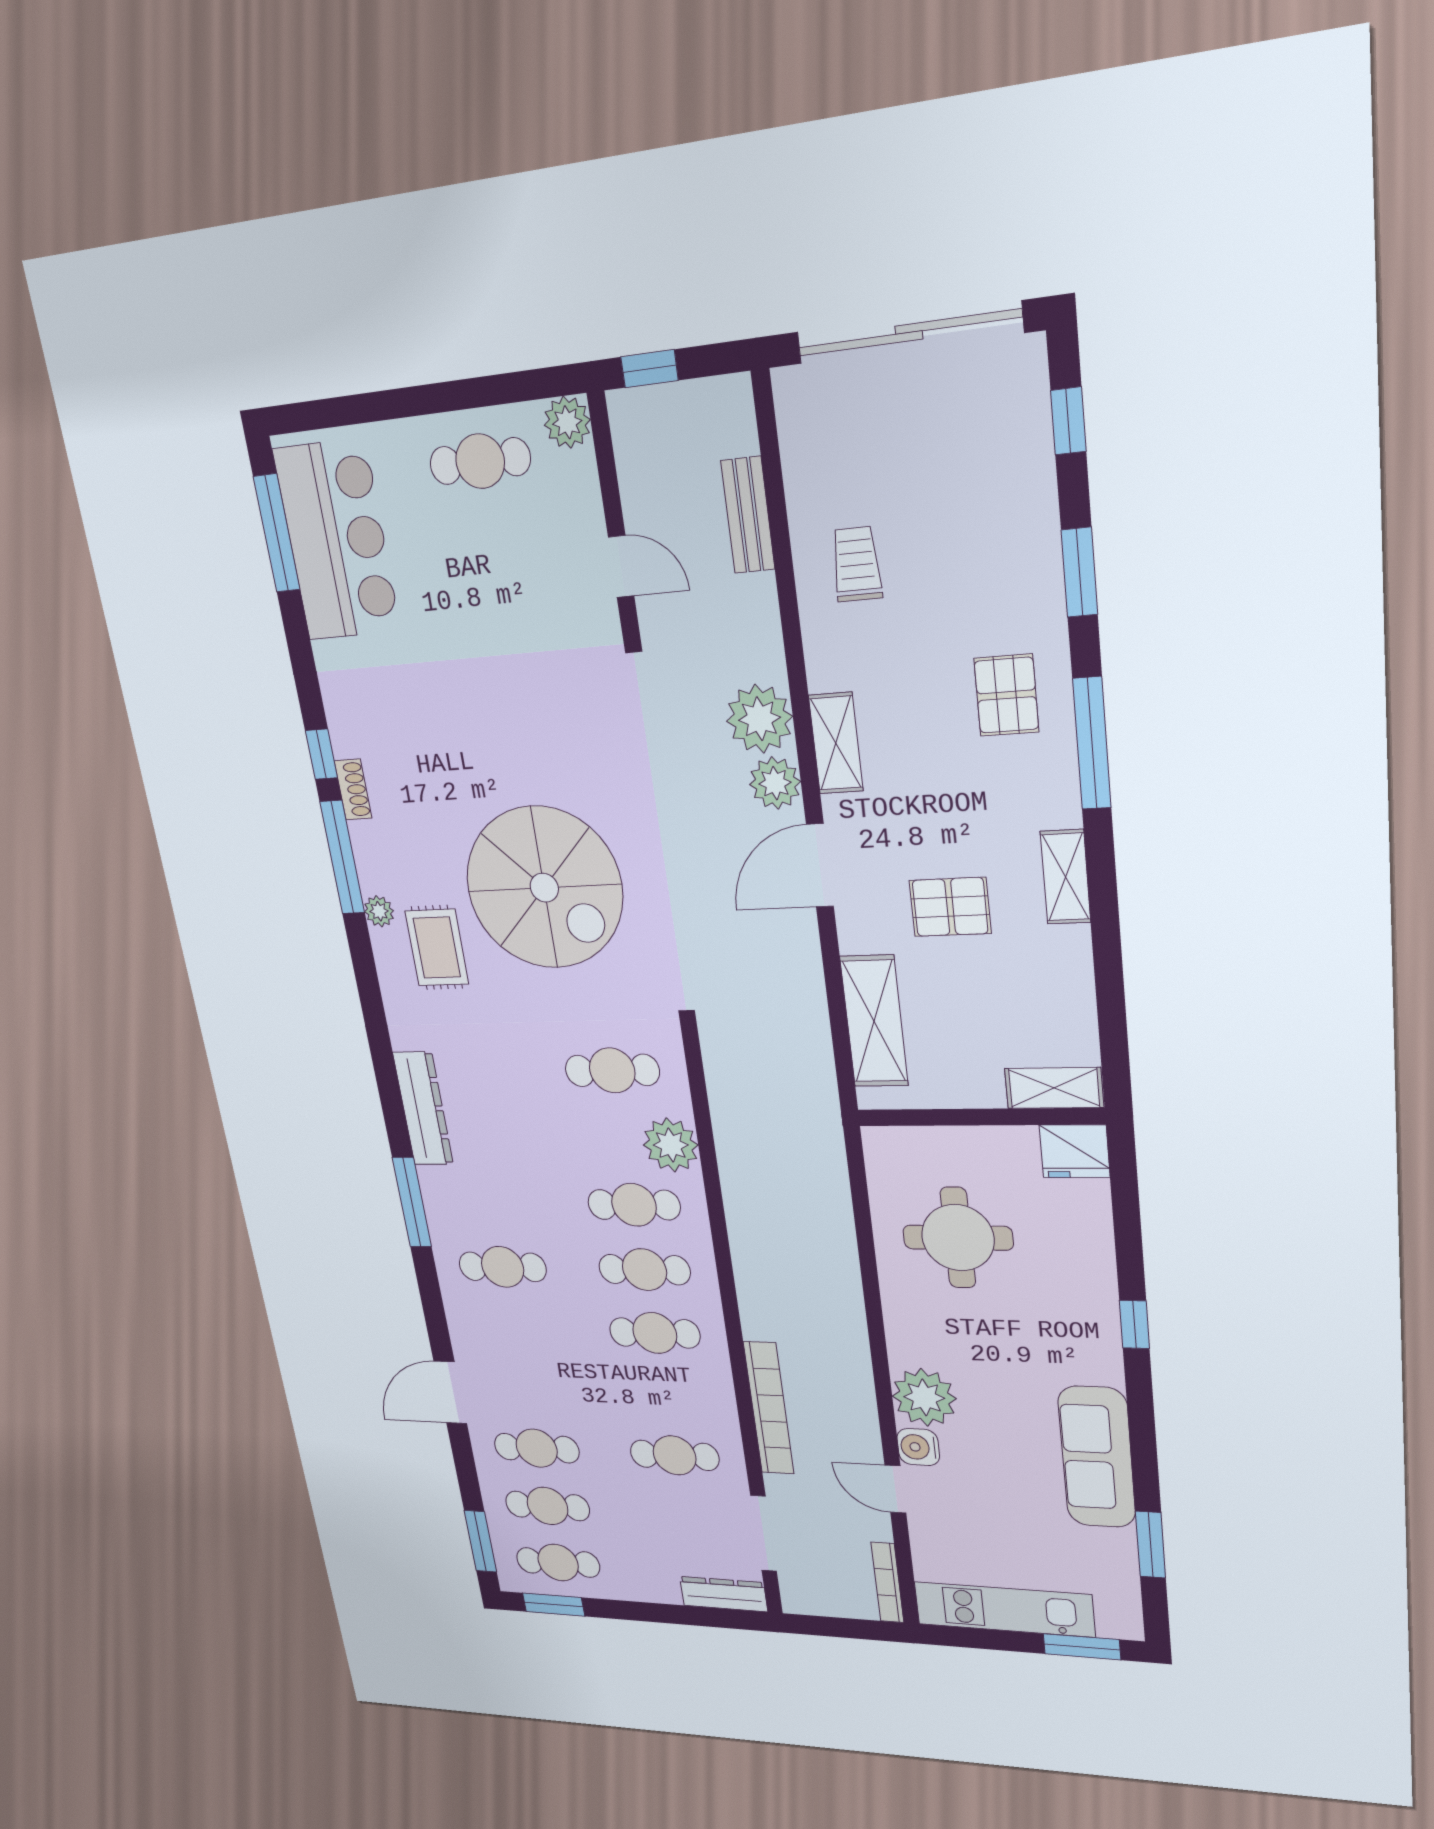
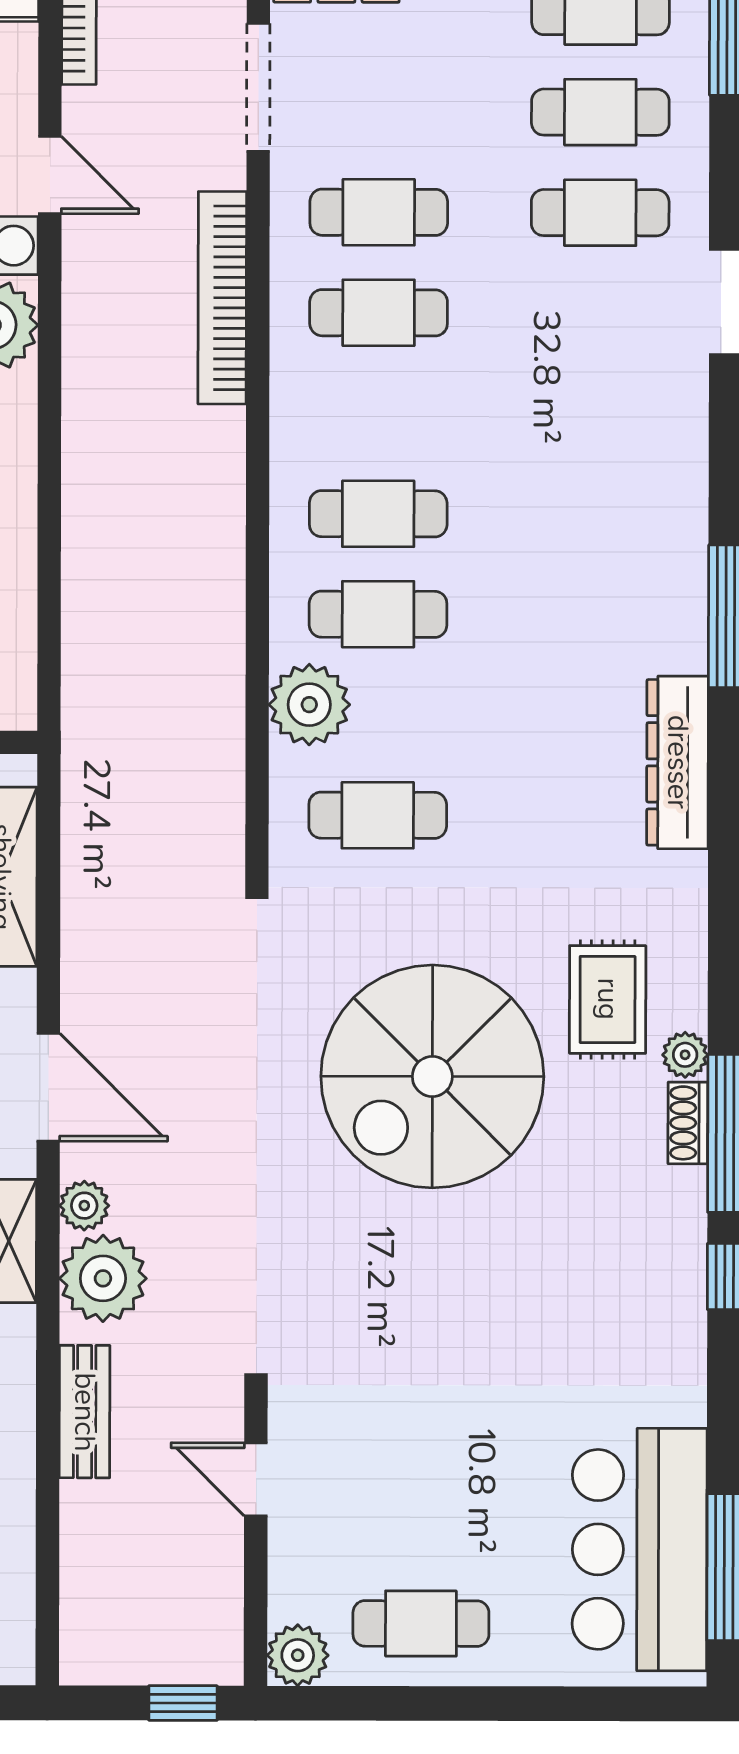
bench: (748, 515) -> (85, 1412), moved
plant: (775, 783) -> (84, 1206), width x0.73, depth x0.73
shoe rack: (353, 789) -> (688, 1123), moved
door: (820, 865) -> (48, 1087), hinge flipped
spiral stairs: (544, 888) -> (432, 1076), turned -90
cafe table: (503, 1267) -> (600, 514), removed
cafe table: (655, 1333) -> (379, 313), moved

